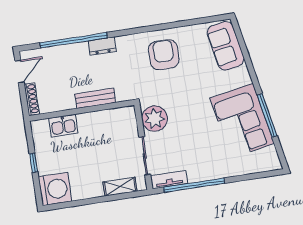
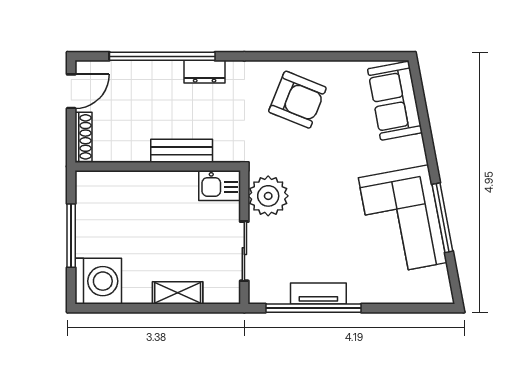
armchair: (164, 55) -> (297, 100), turned 112
kitchen sink: (63, 126) -> (220, 185), moved
window: (33, 163) -> (71, 236), width x2.17
tv unit: (169, 180) -> (318, 294), moved
shelving: (120, 187) -> (178, 293), moved

